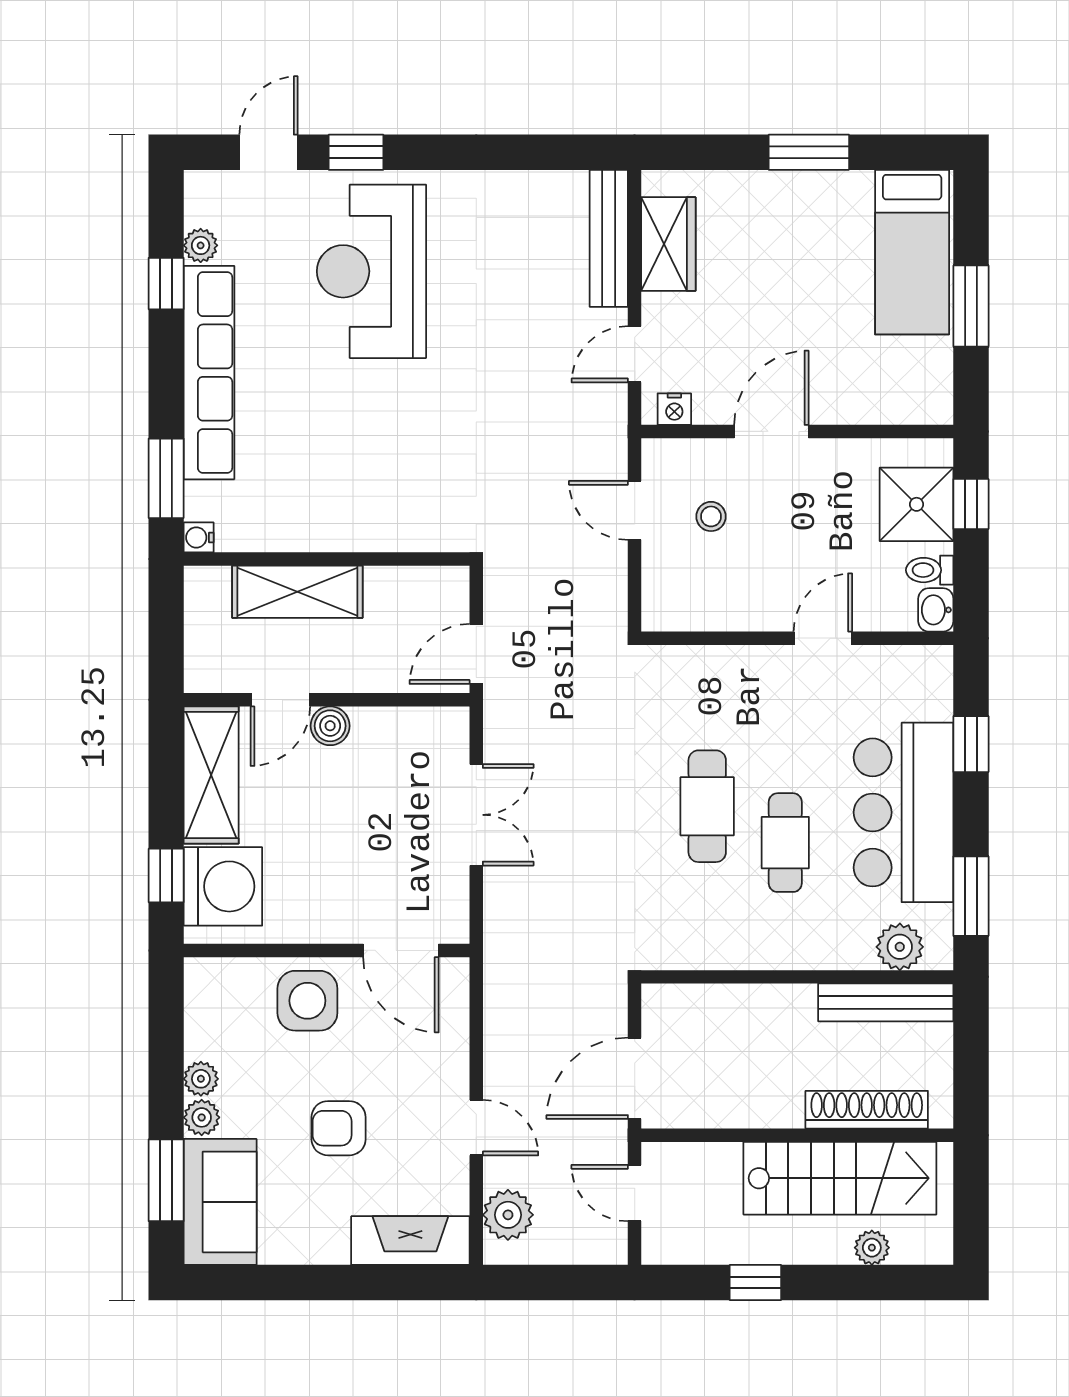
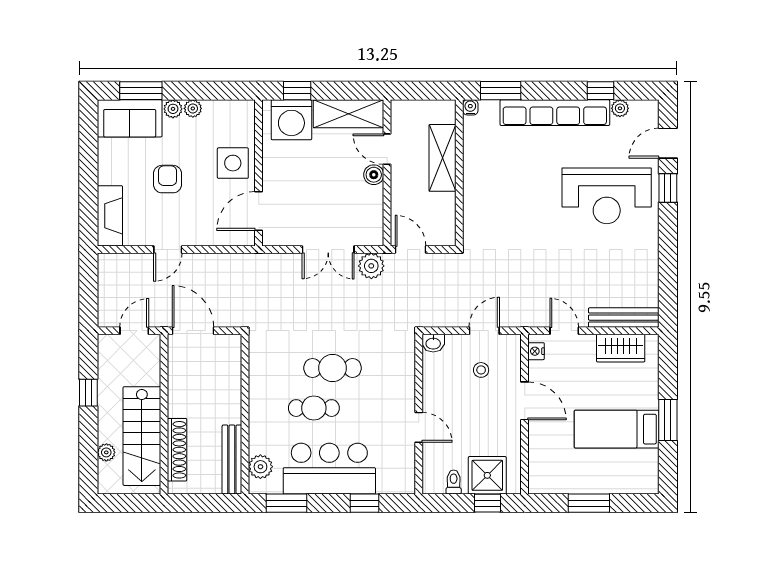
door: (269, 152) -> (668, 143), swing flipped
bed: (912, 252) -> (617, 429), moved
reception desk: (371, 271) -> (607, 196), turned 180
washbasin: (936, 610) -> (433, 343), moved, turned 180
plant: (508, 1215) -> (371, 266), moved

